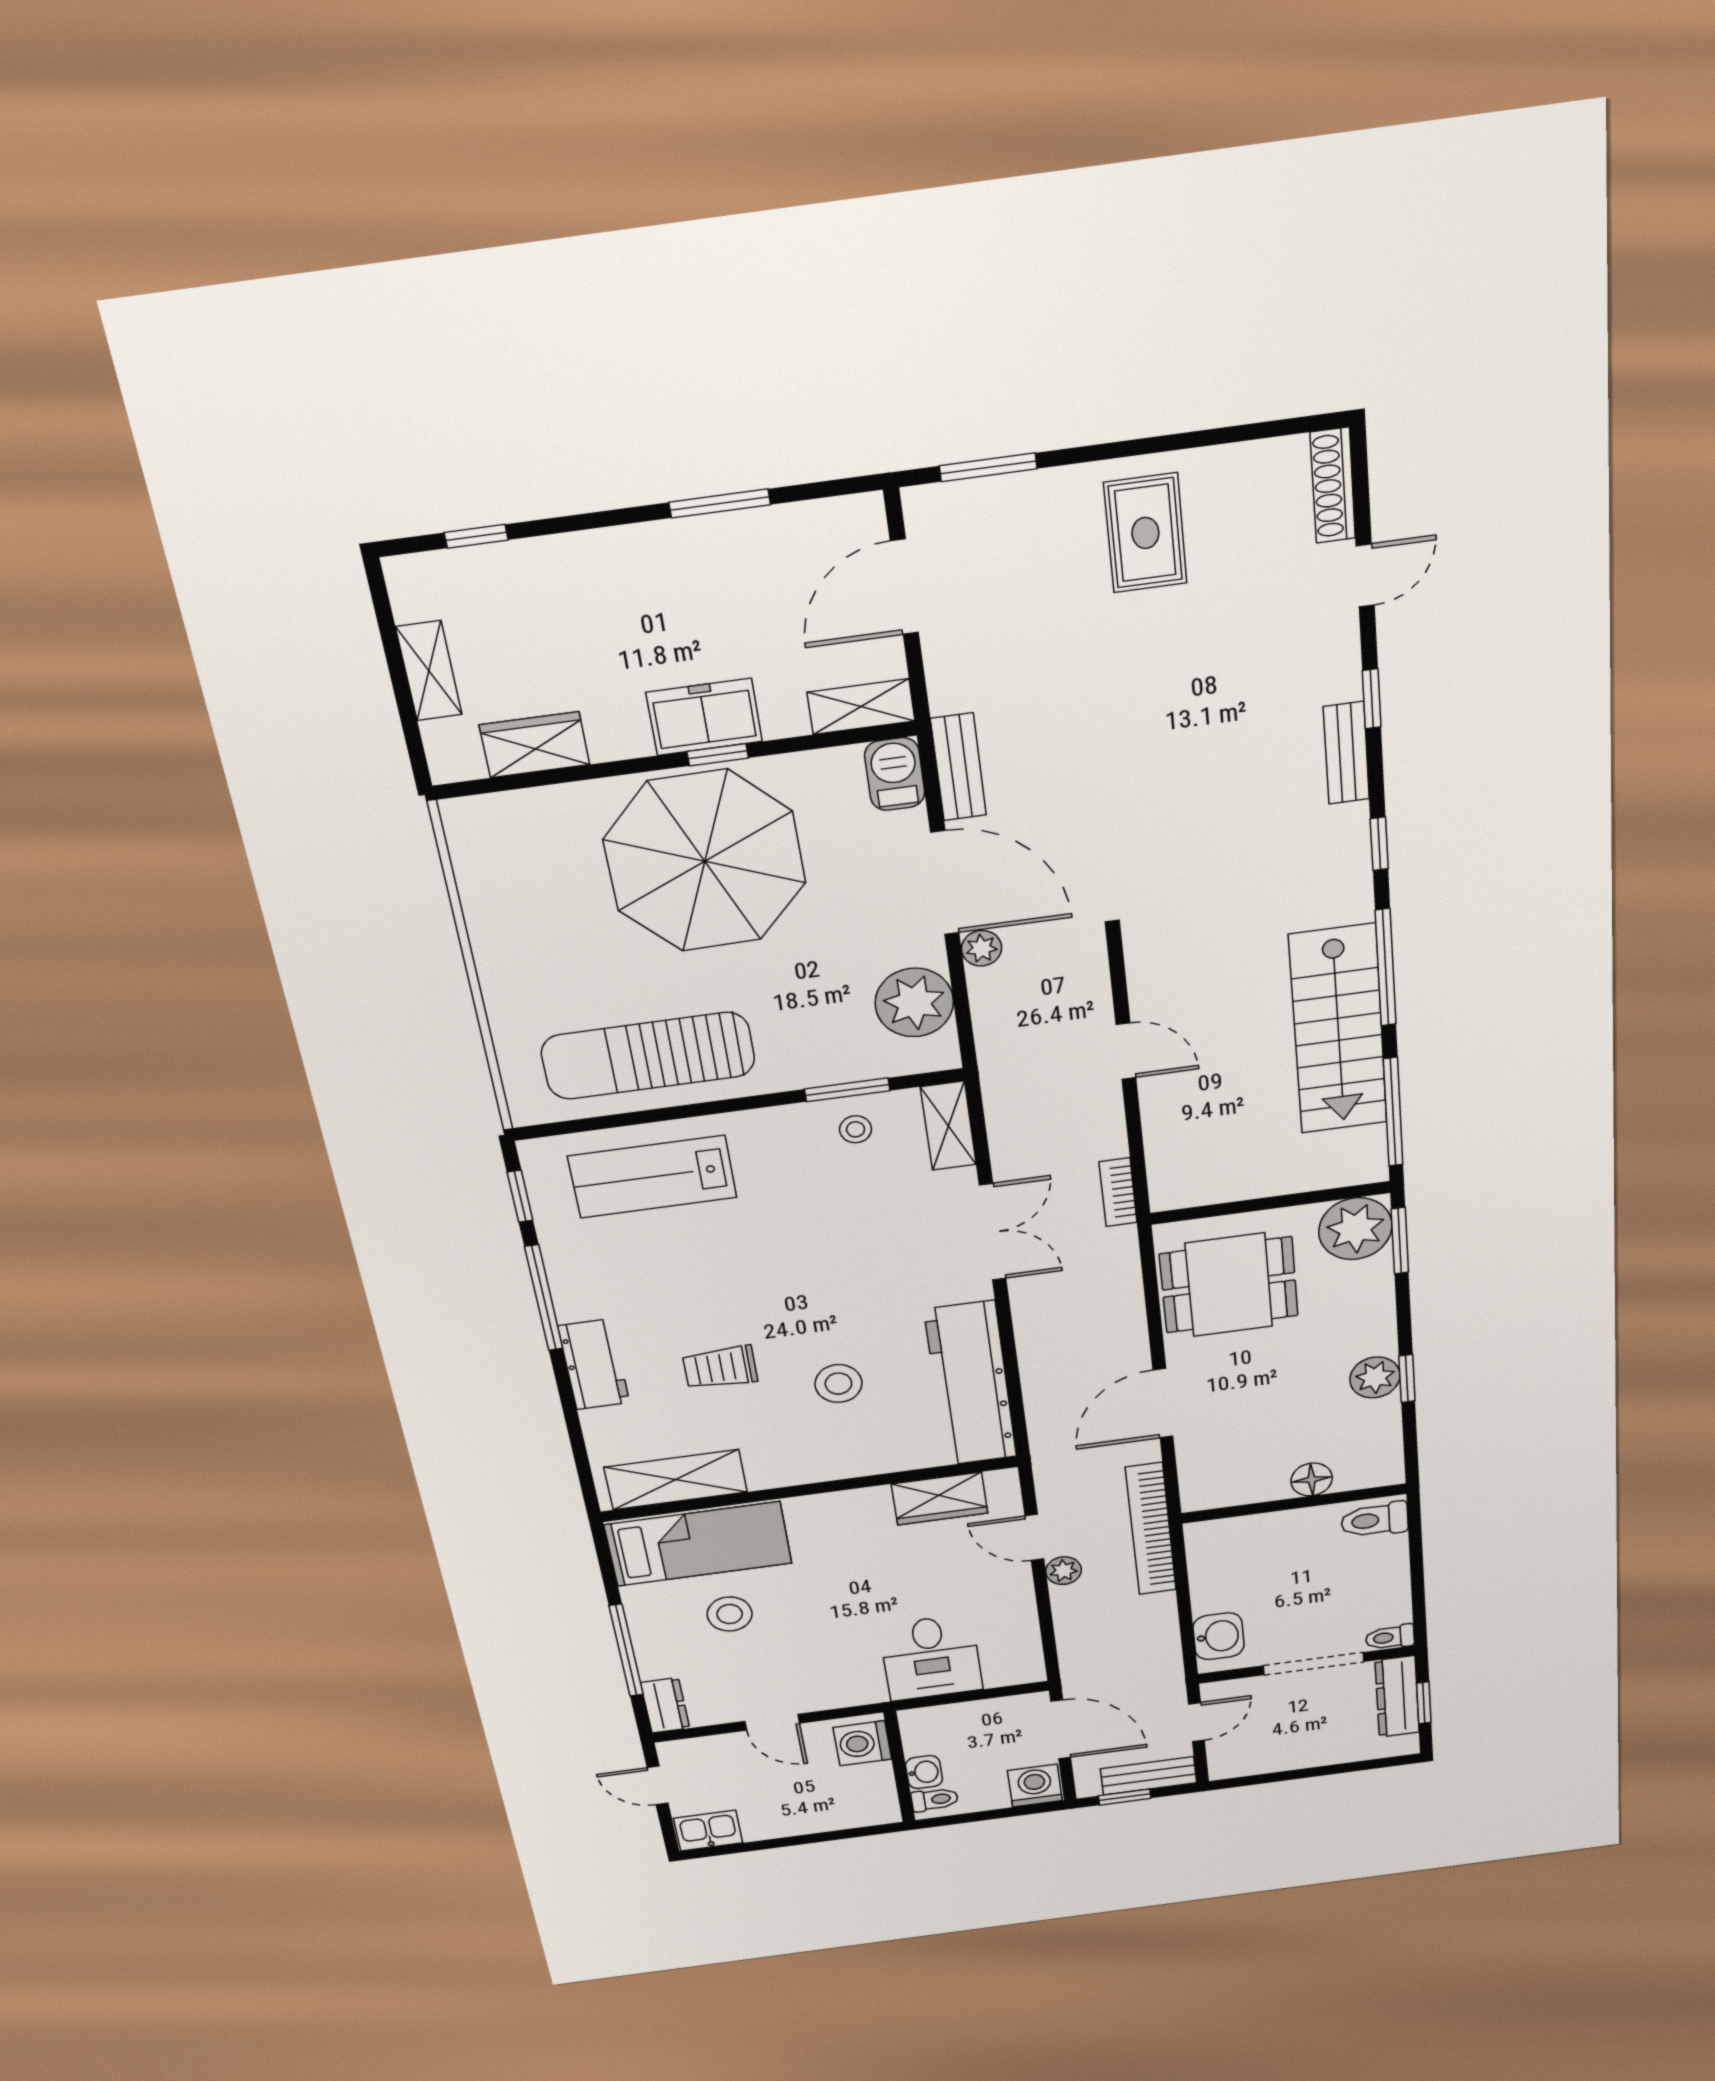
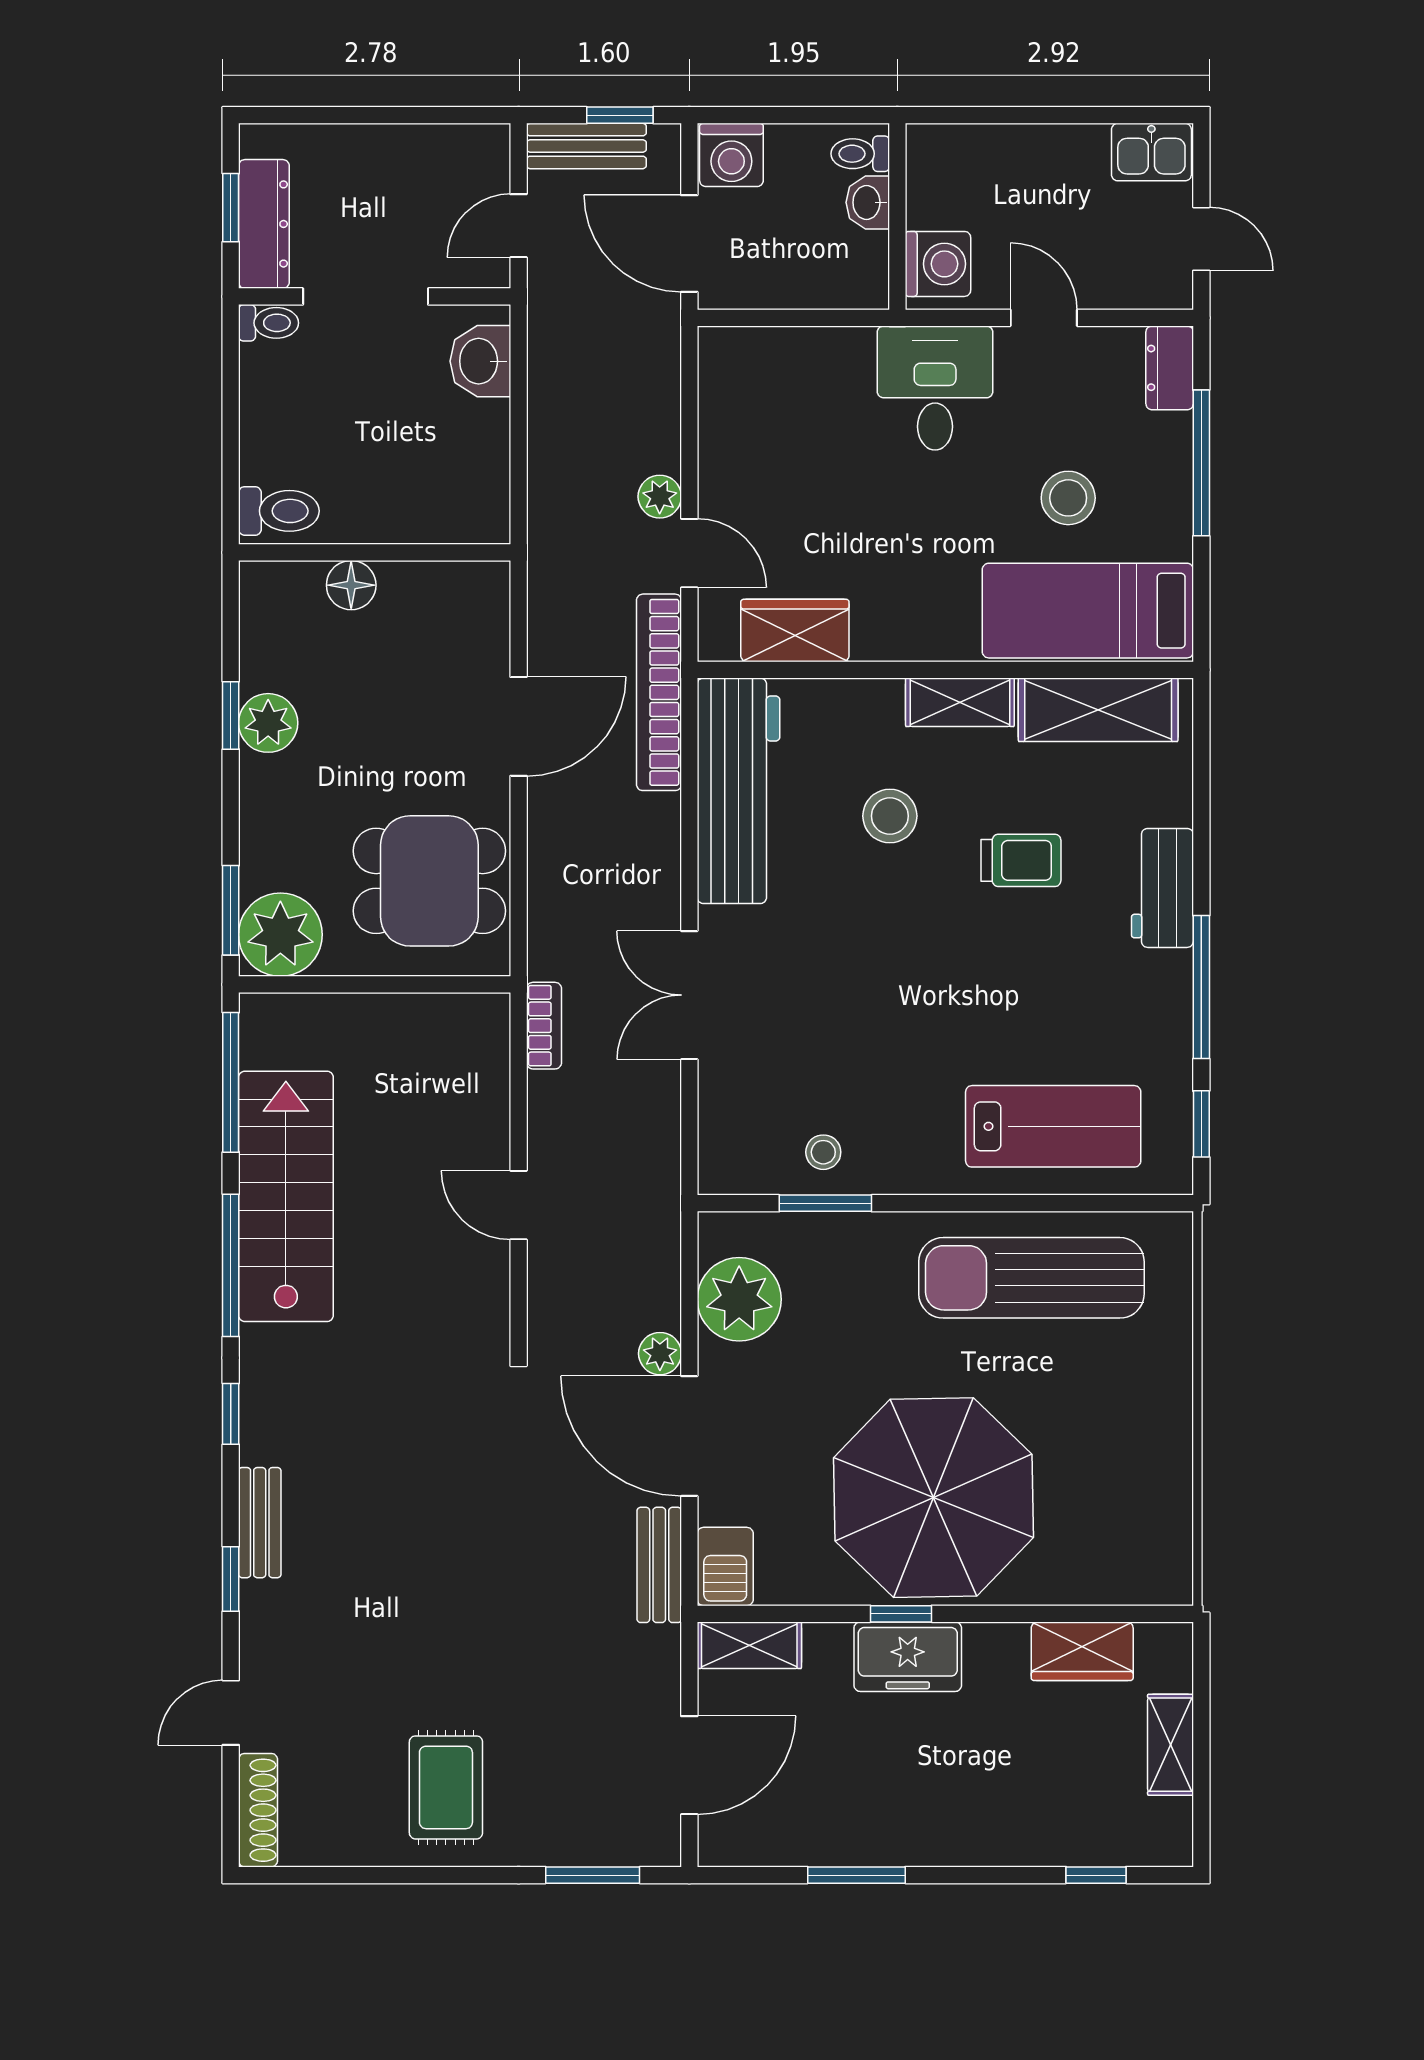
sun lounger: (648, 1056) -> (1031, 1278), turned 180
shelving: (948, 1126) -> (960, 702), moved, turned 90
bookcase: (1151, 1529) -> (659, 692), moved, turned 180
desk: (931, 1658) -> (935, 388), moved

